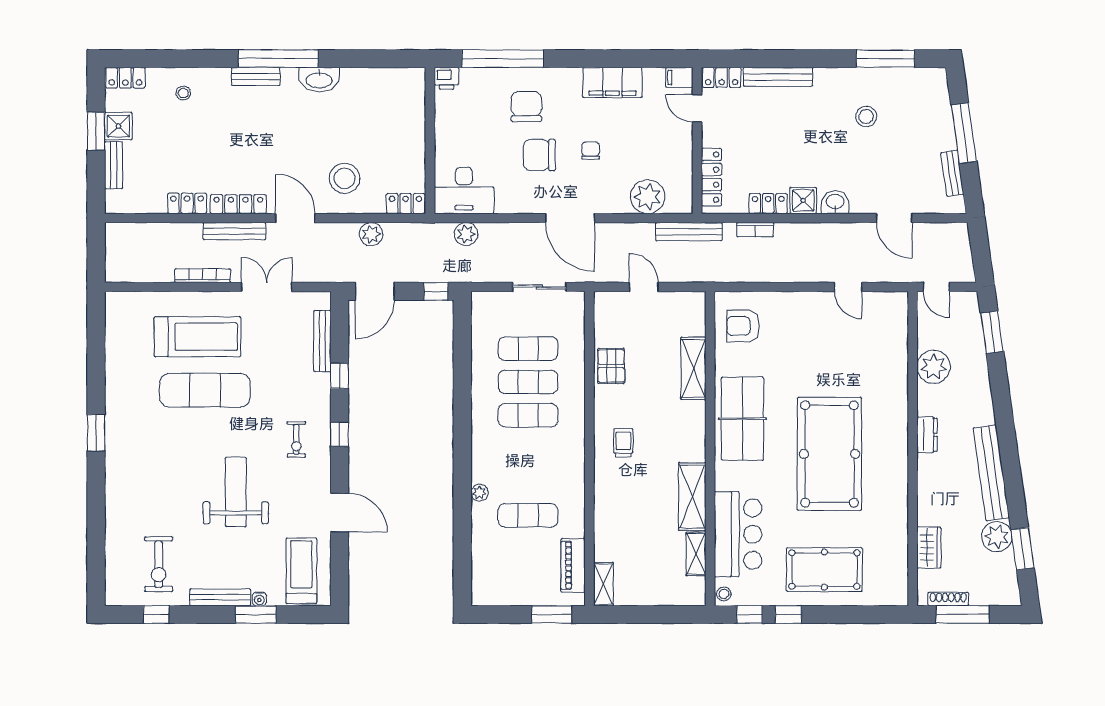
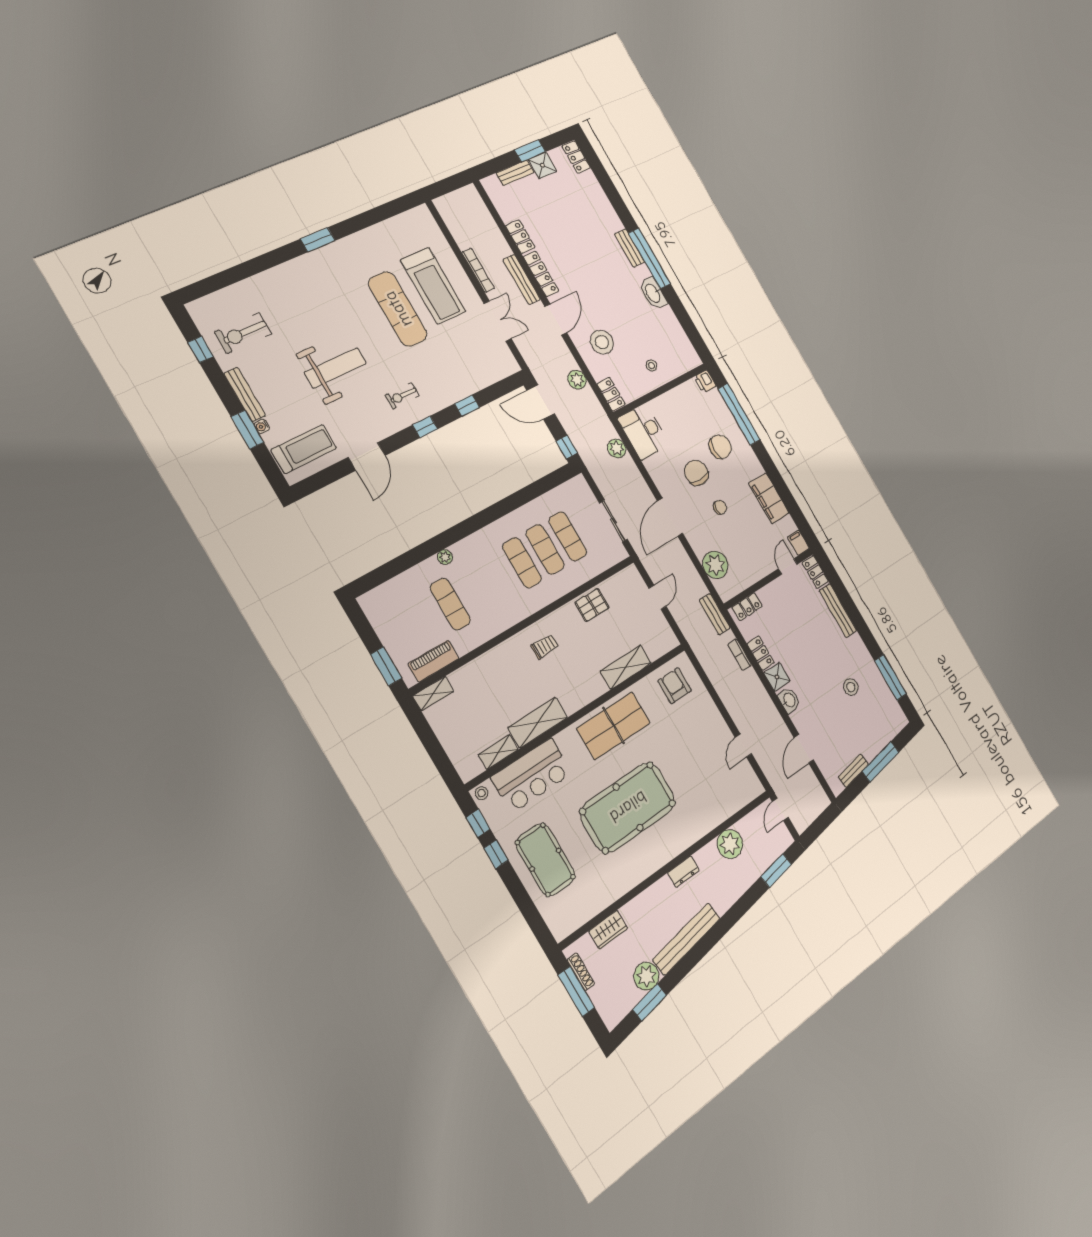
stool: (183, 93) -> (651, 366), moved
locker: (711, 177) -> (747, 607), width x0.66
bench: (689, 232) -> (715, 614), width x0.73
bench: (322, 341) -> (484, 380), removed

